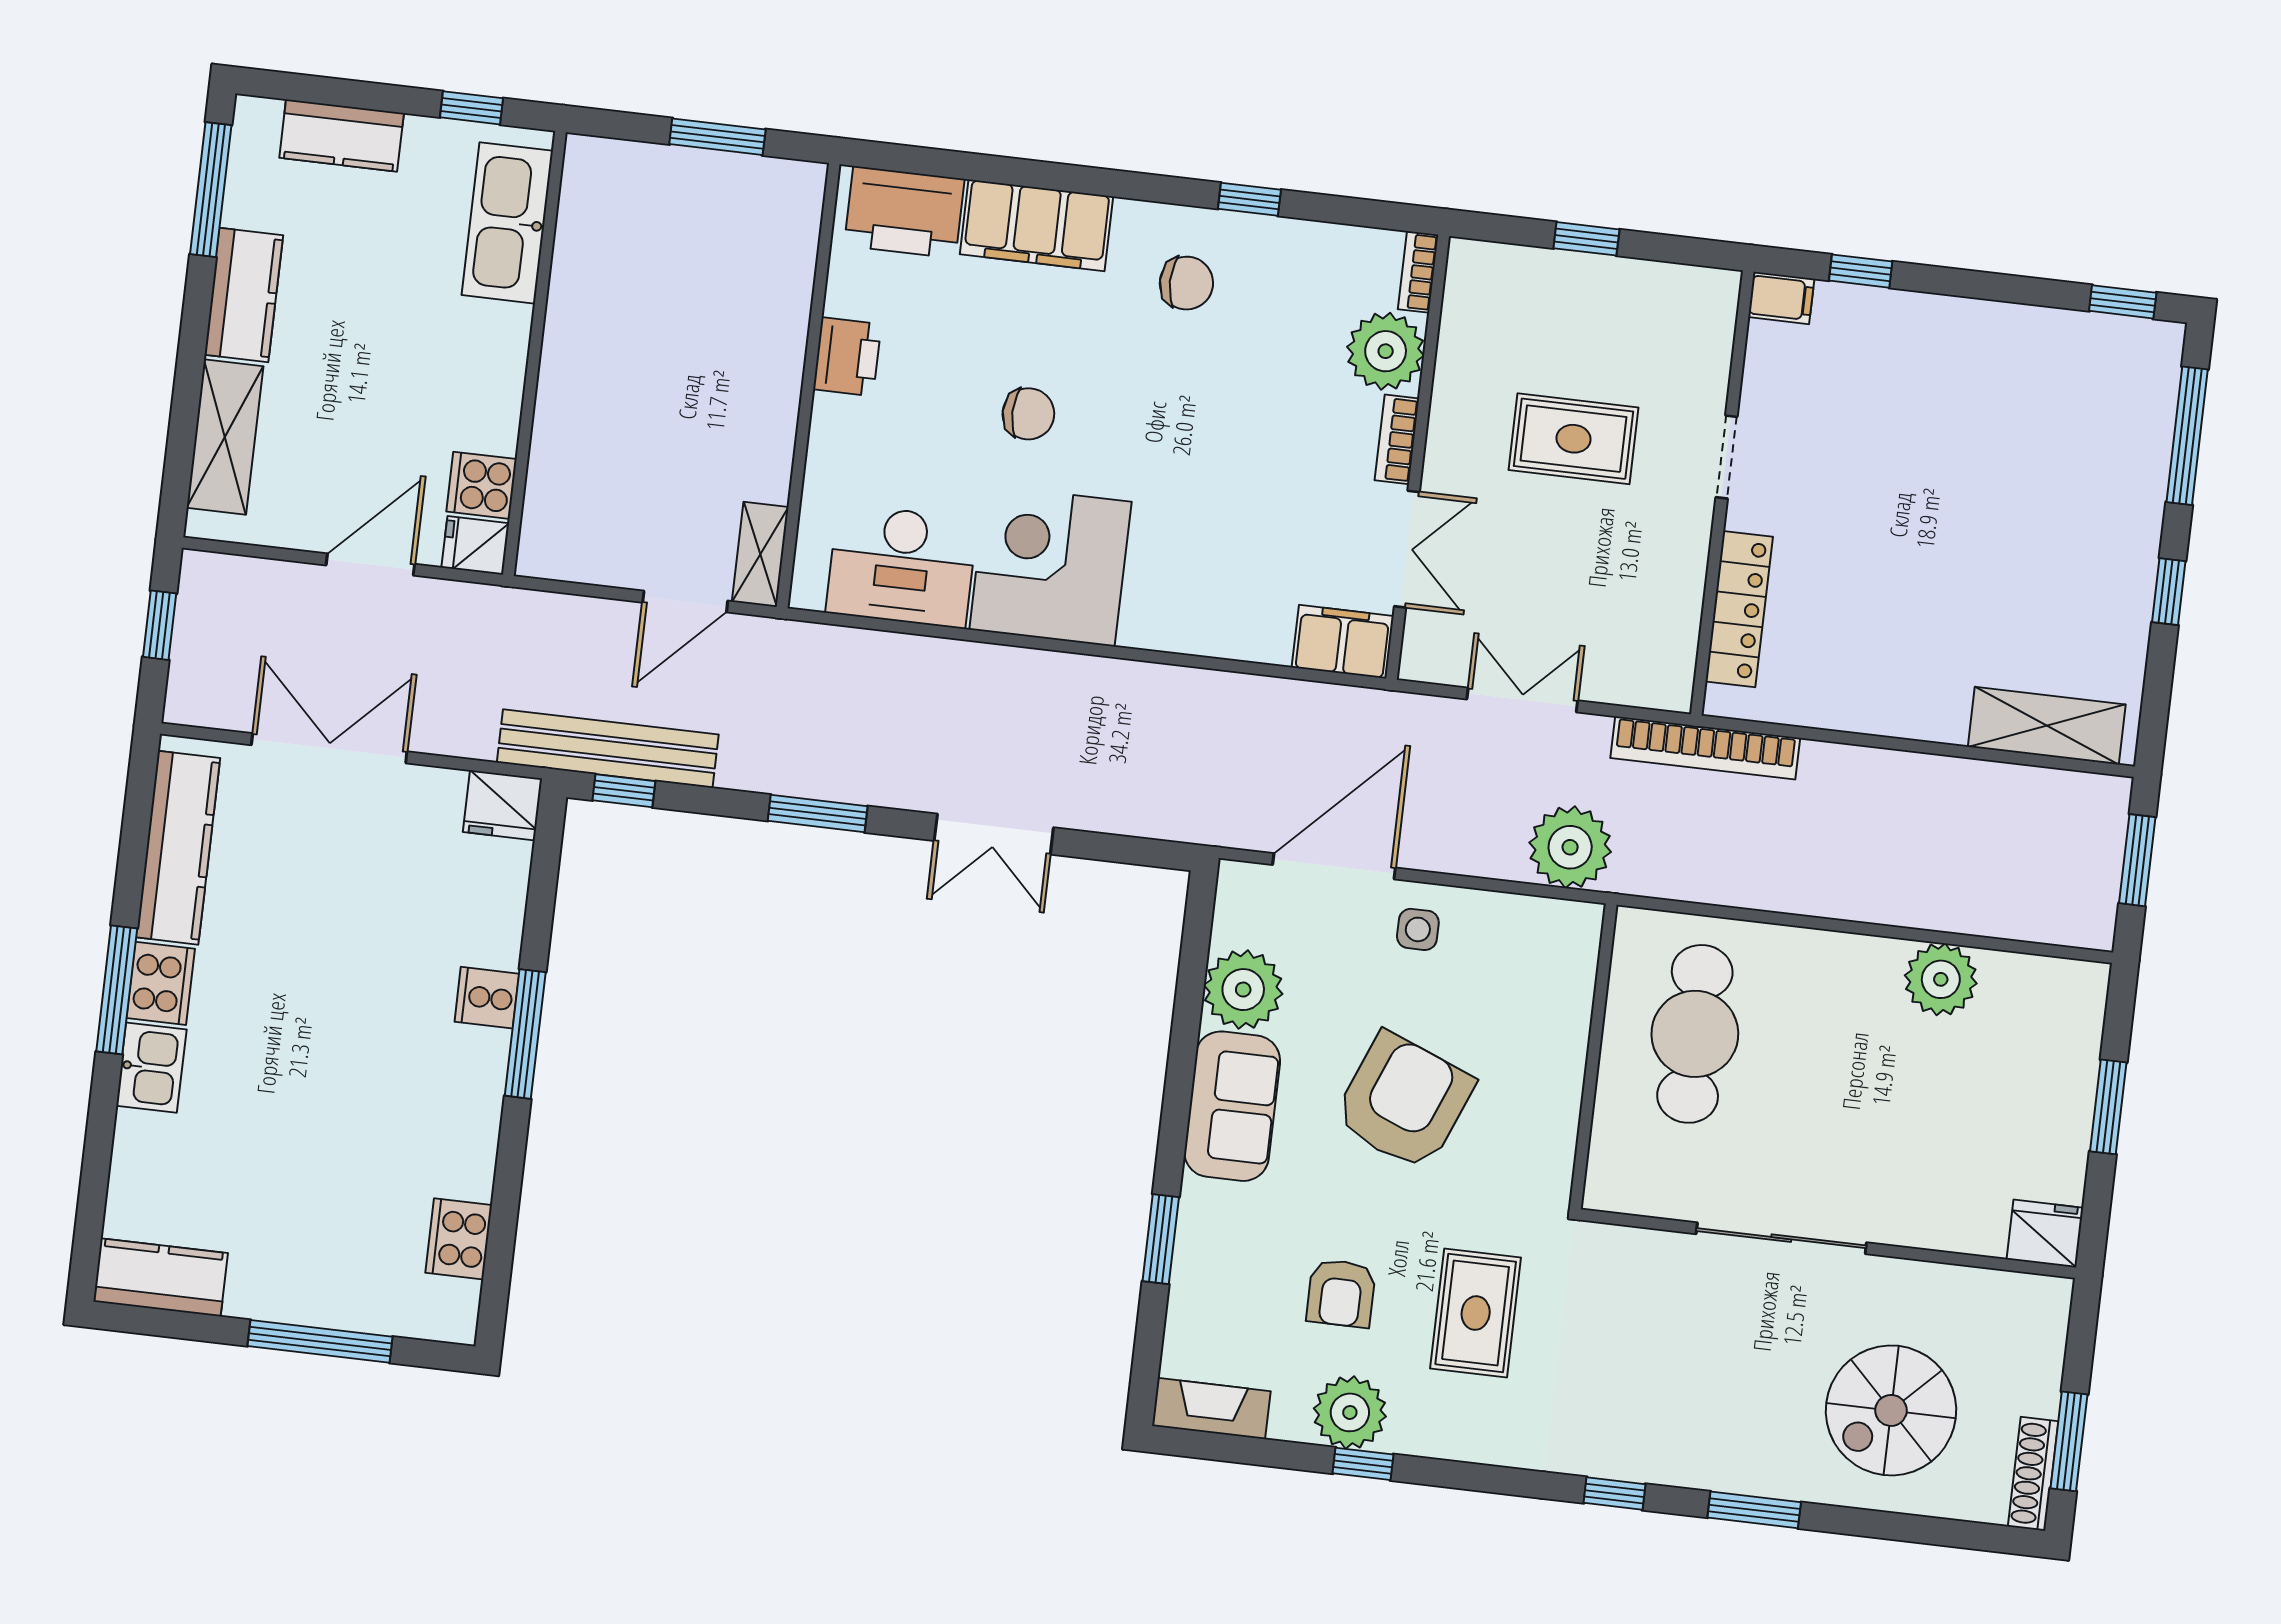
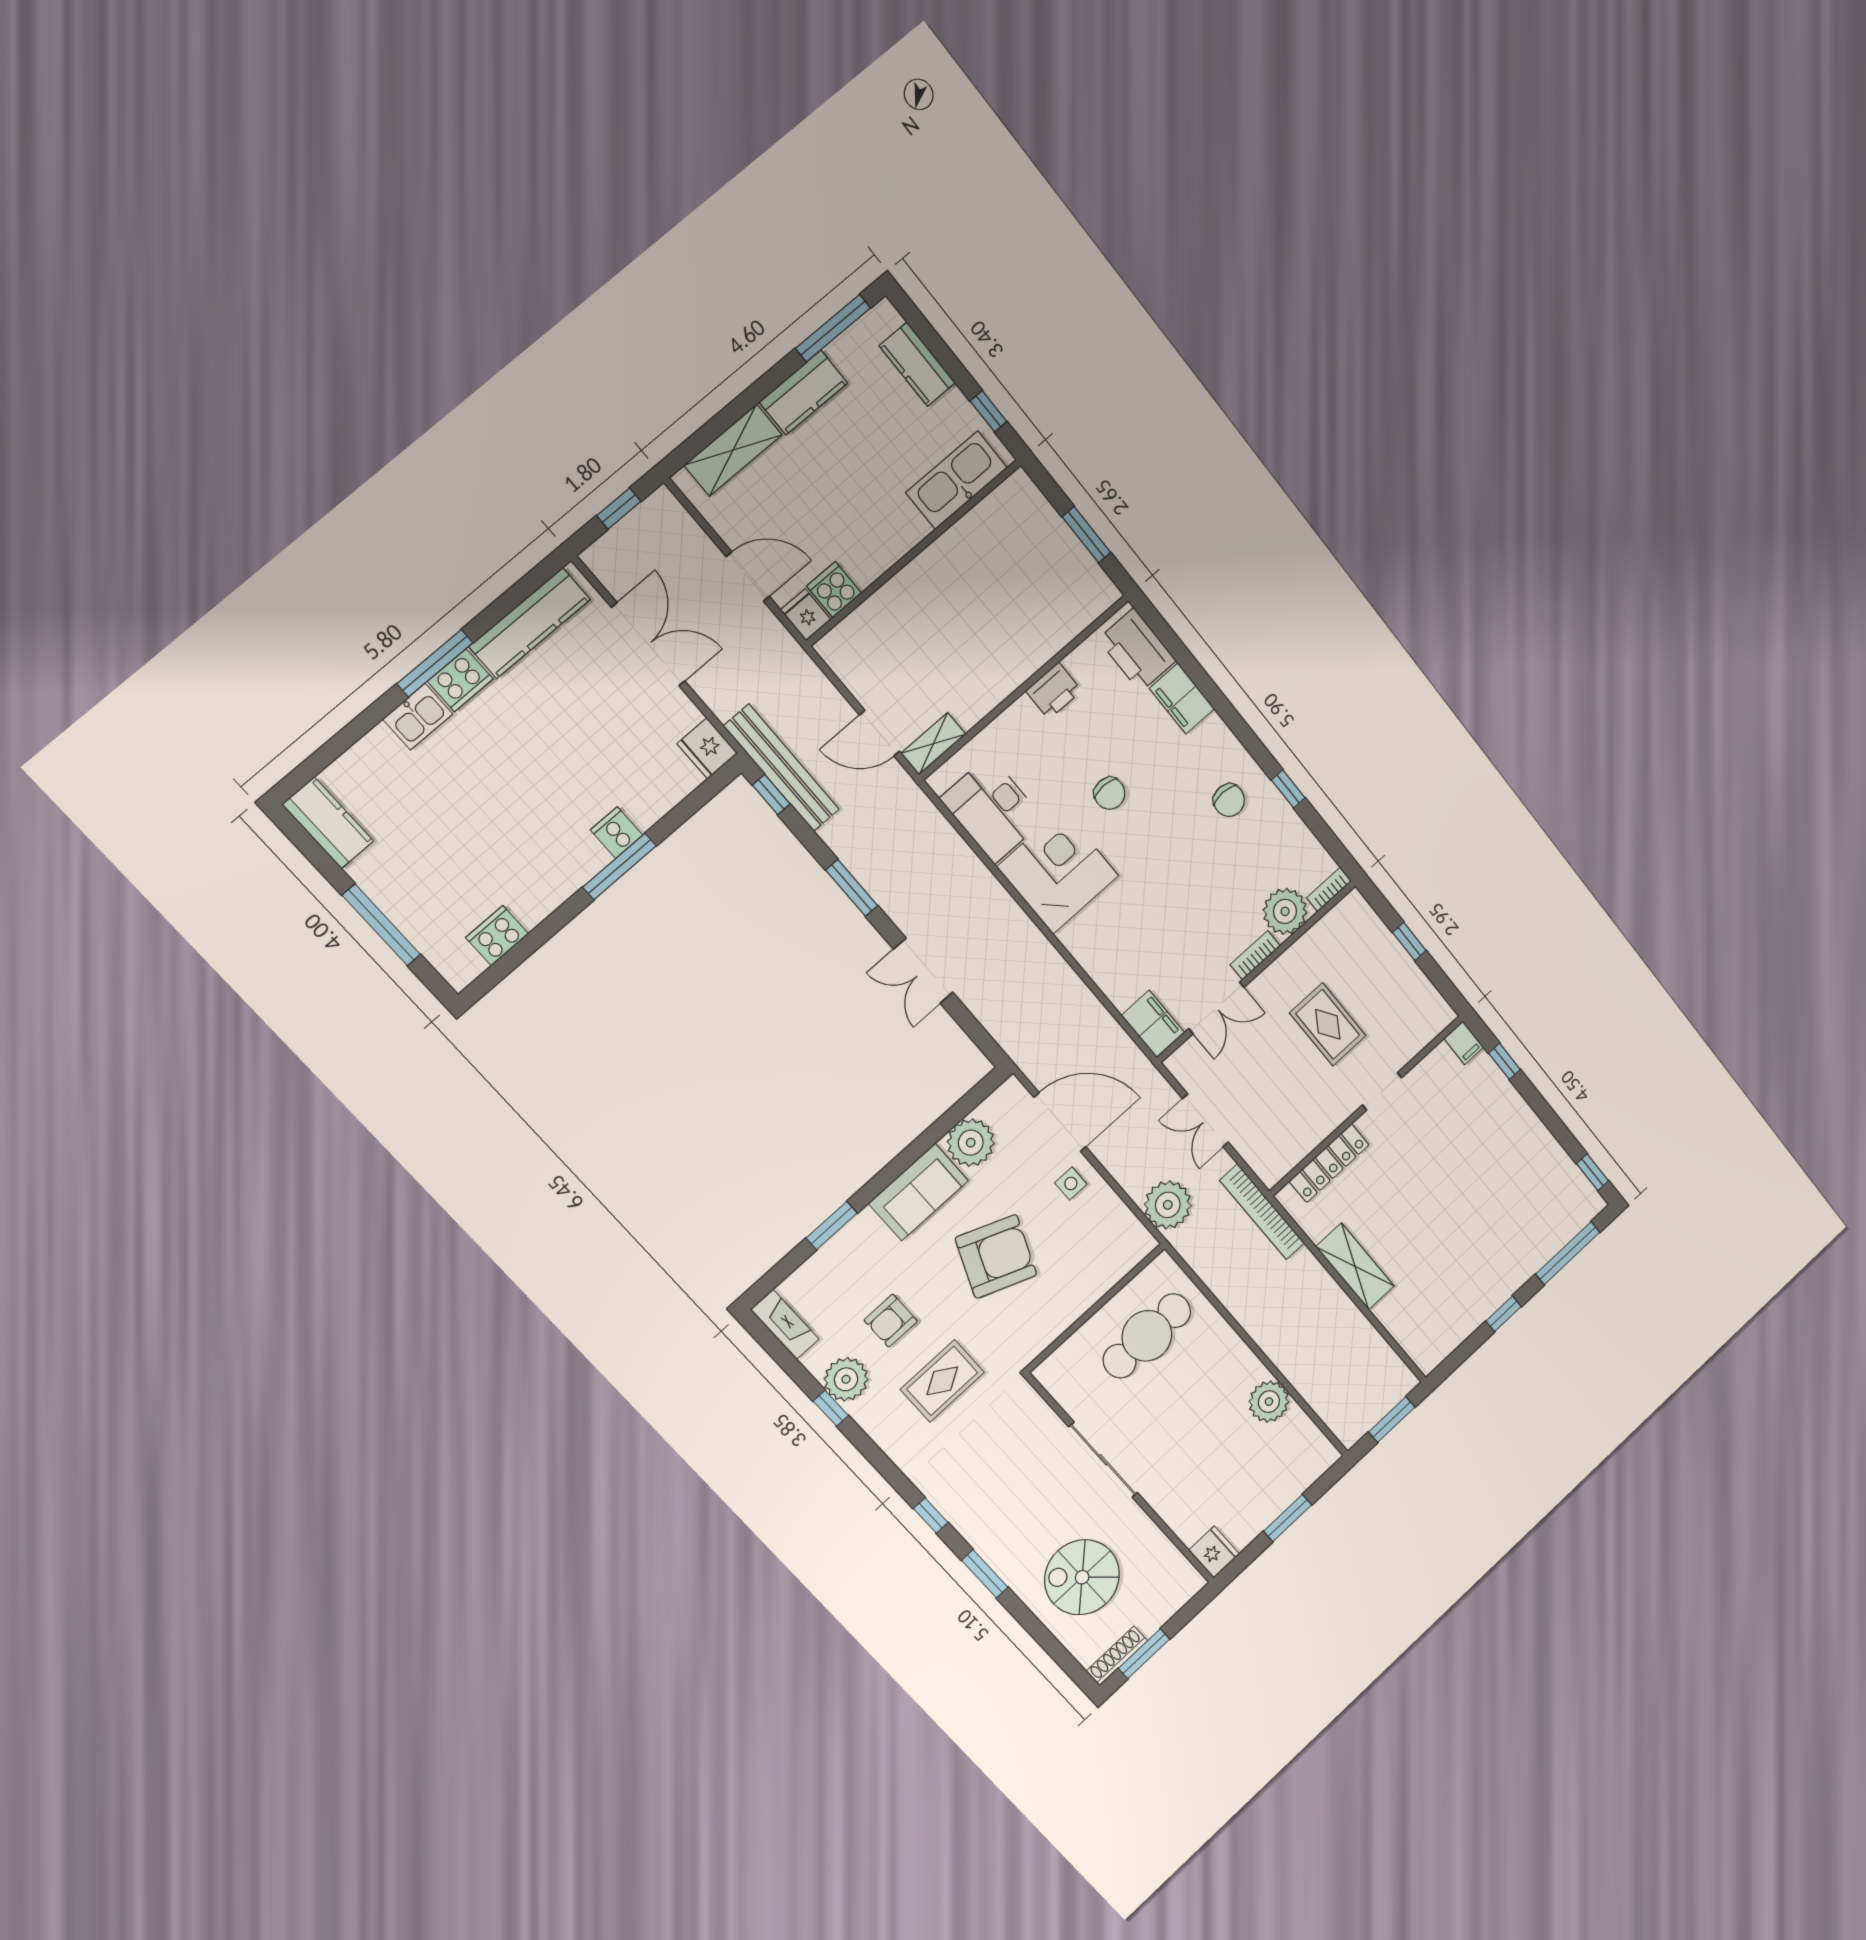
filing cabinet: (1037, 225) -> (1182, 698), width x0.67, depth x0.86
double door: (1522, 700) -> (1205, 1120), swing flipped
shelving: (2047, 726) -> (1355, 1266), moved

